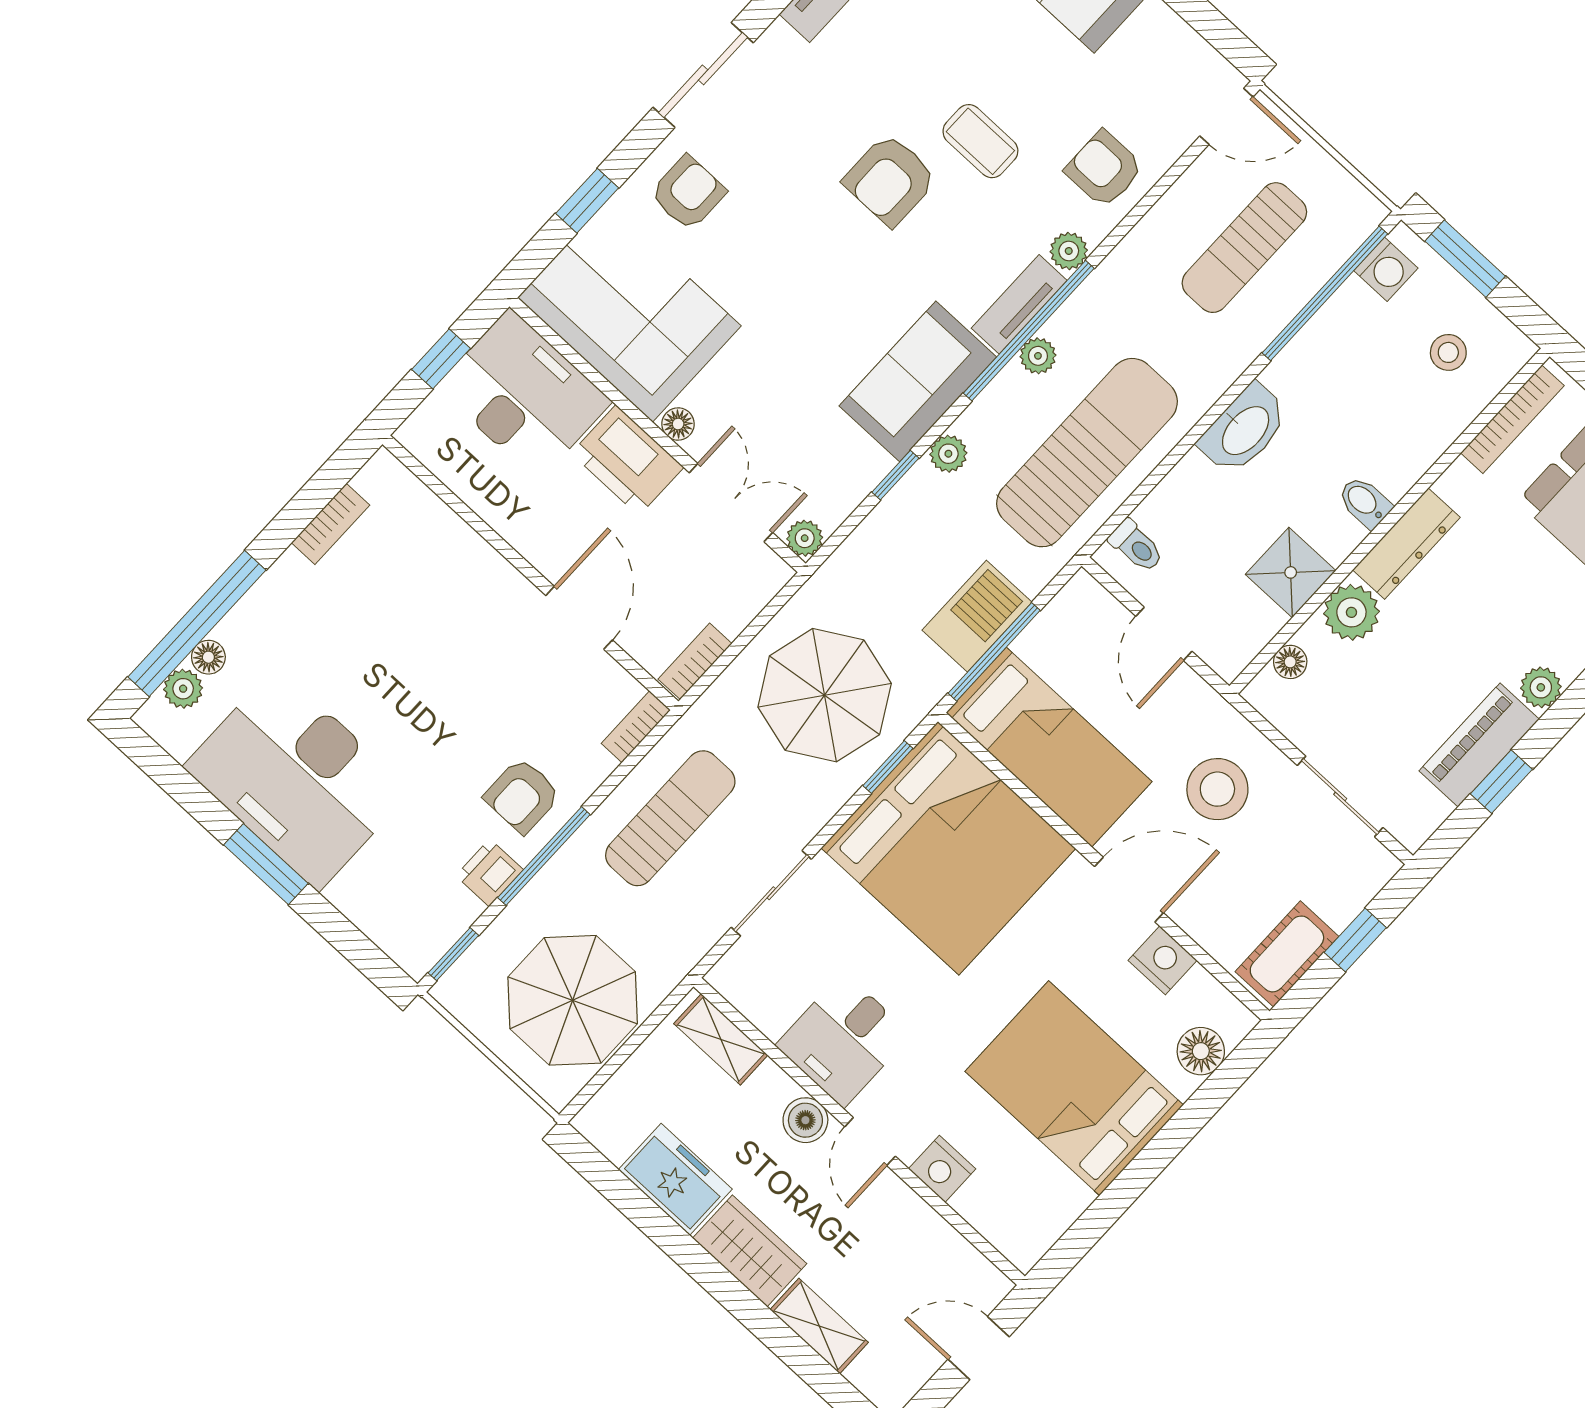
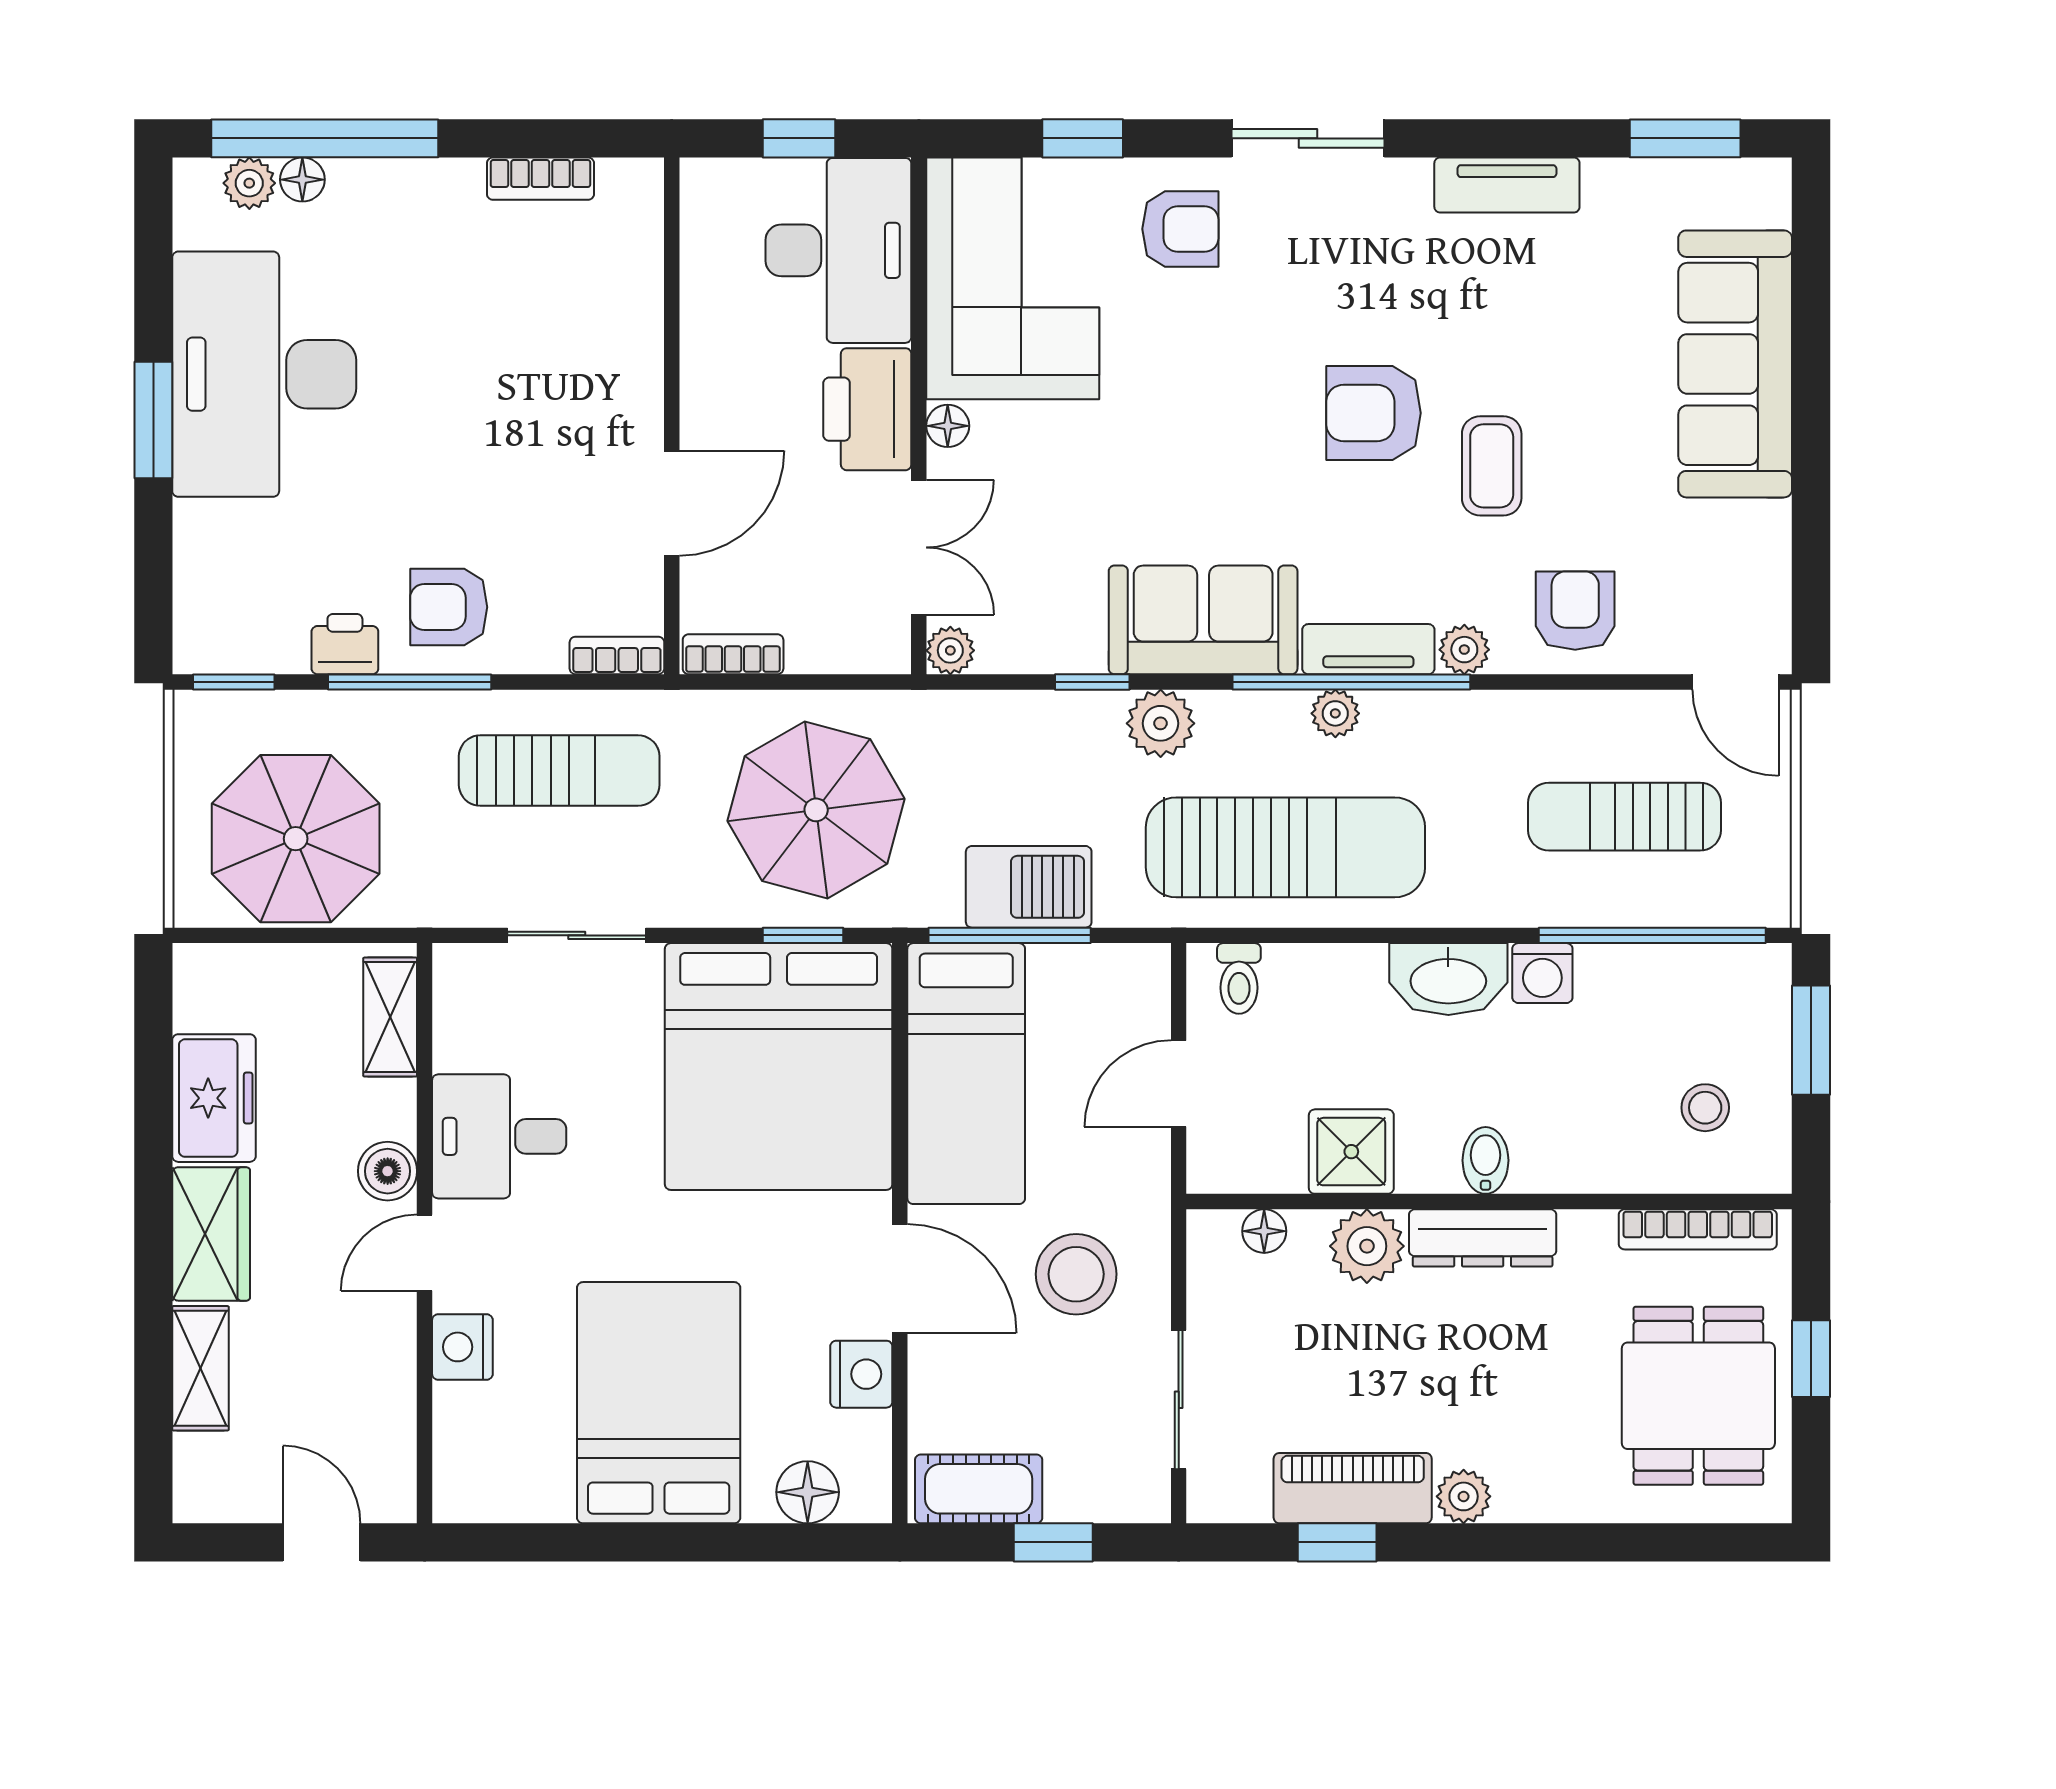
washing machine: (1386, 269) -> (1542, 973), moved
plant: (948, 454) -> (1161, 723), width x1.38, depth x1.38

